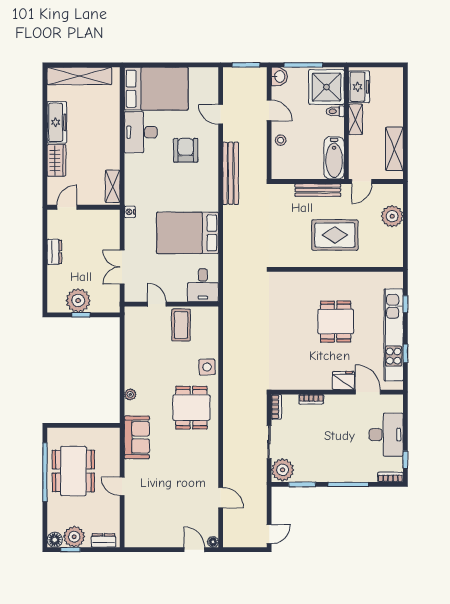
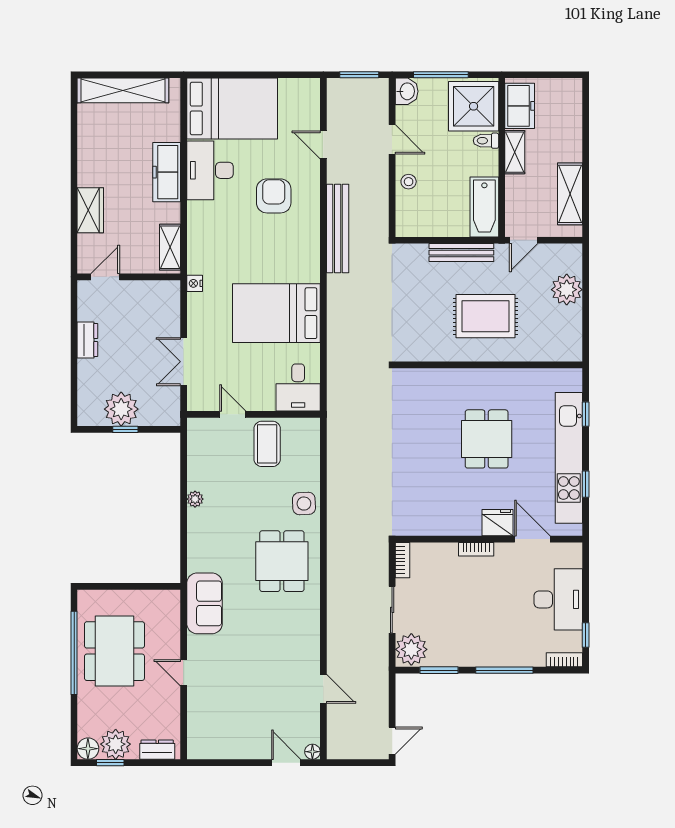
freezer: (57, 122) -> (167, 172), moved, turned 180
plant: (130, 394) -> (195, 499), moved
bookcase: (311, 399) -> (476, 549), moved

